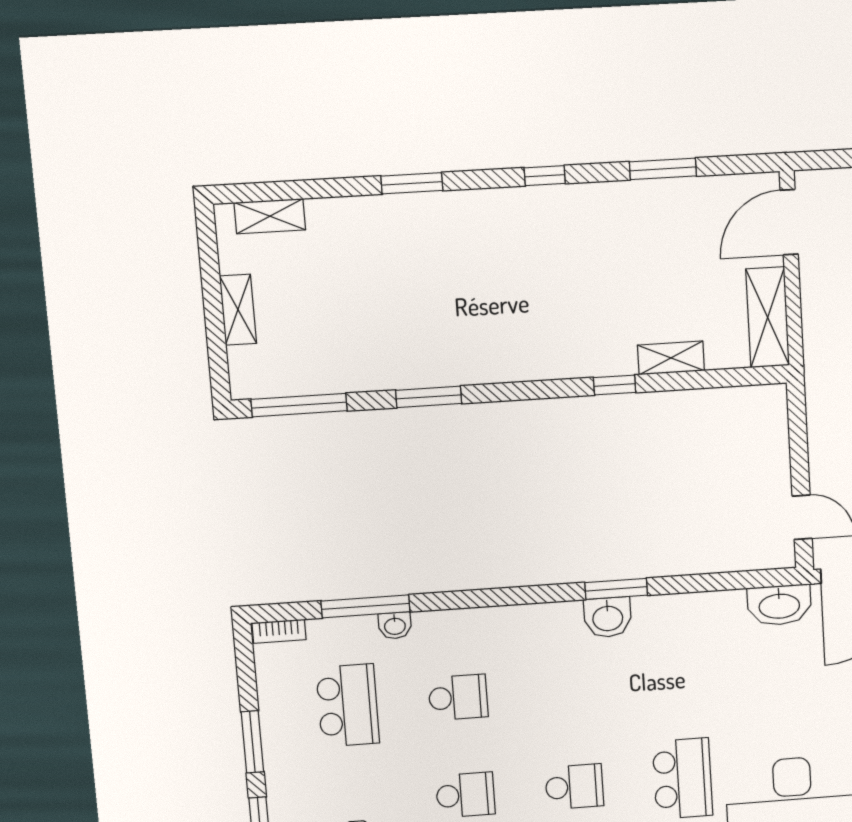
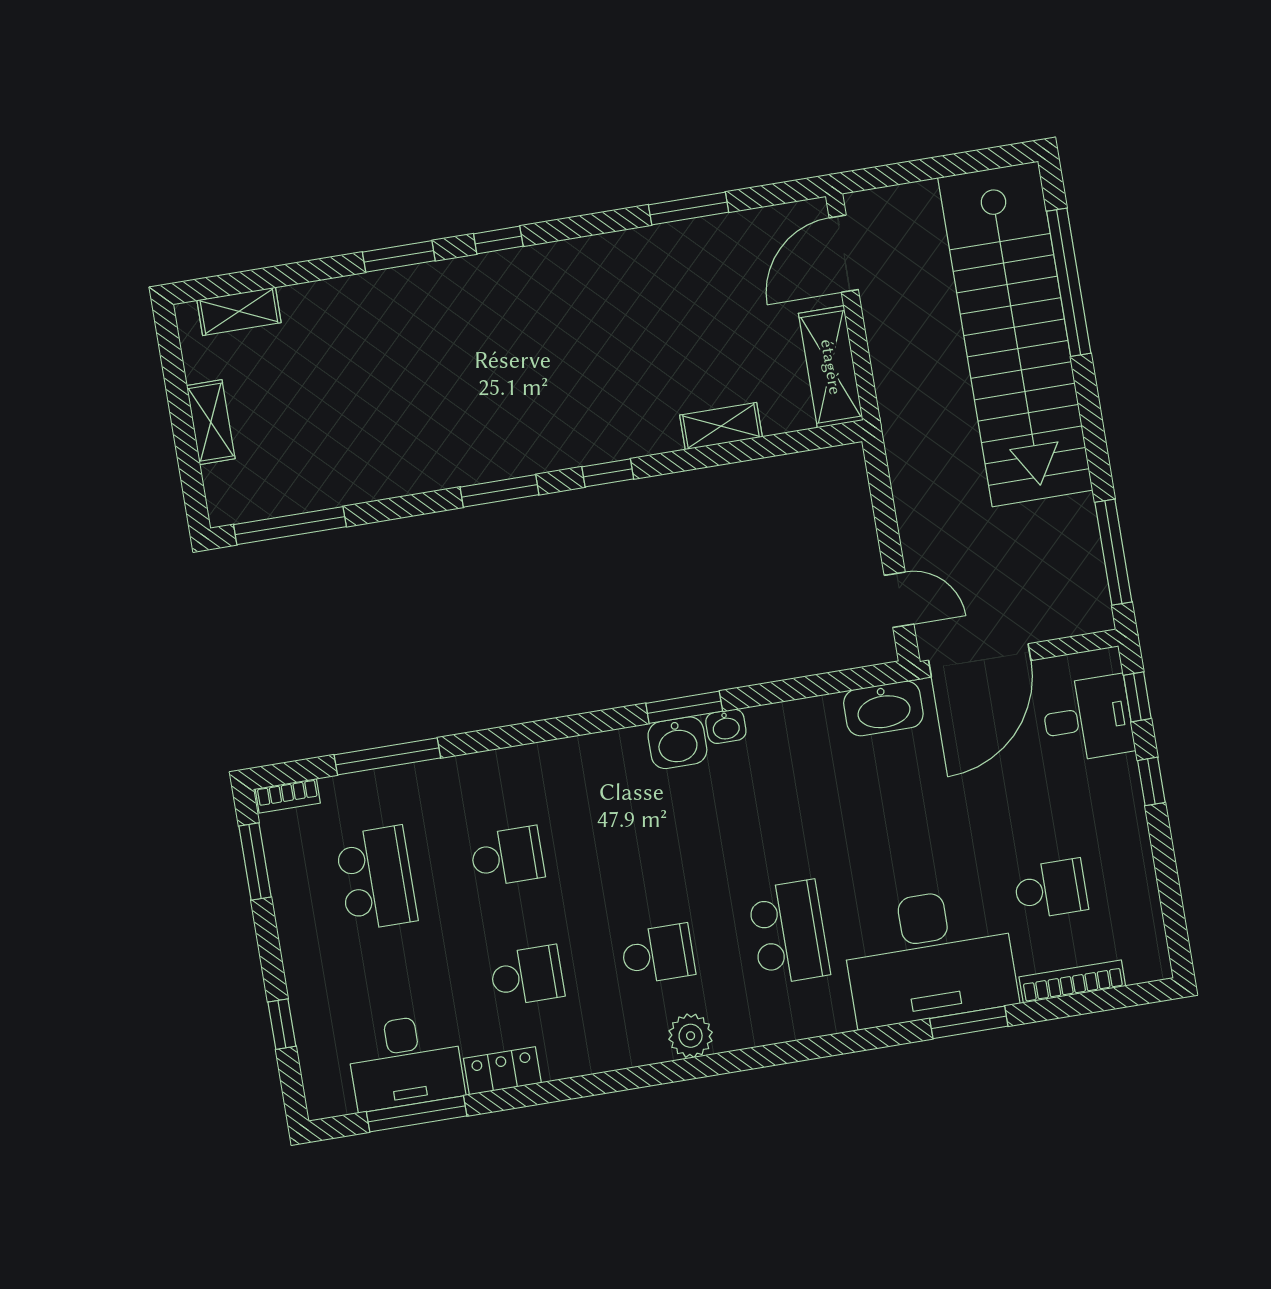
window: (545, 176) -> (498, 240), moved
window: (615, 385) -> (608, 473), moved
window: (429, 397) -> (499, 491), moved
washbasin: (395, 626) -> (726, 726), moved
window: (252, 742) -> (255, 861), moved

